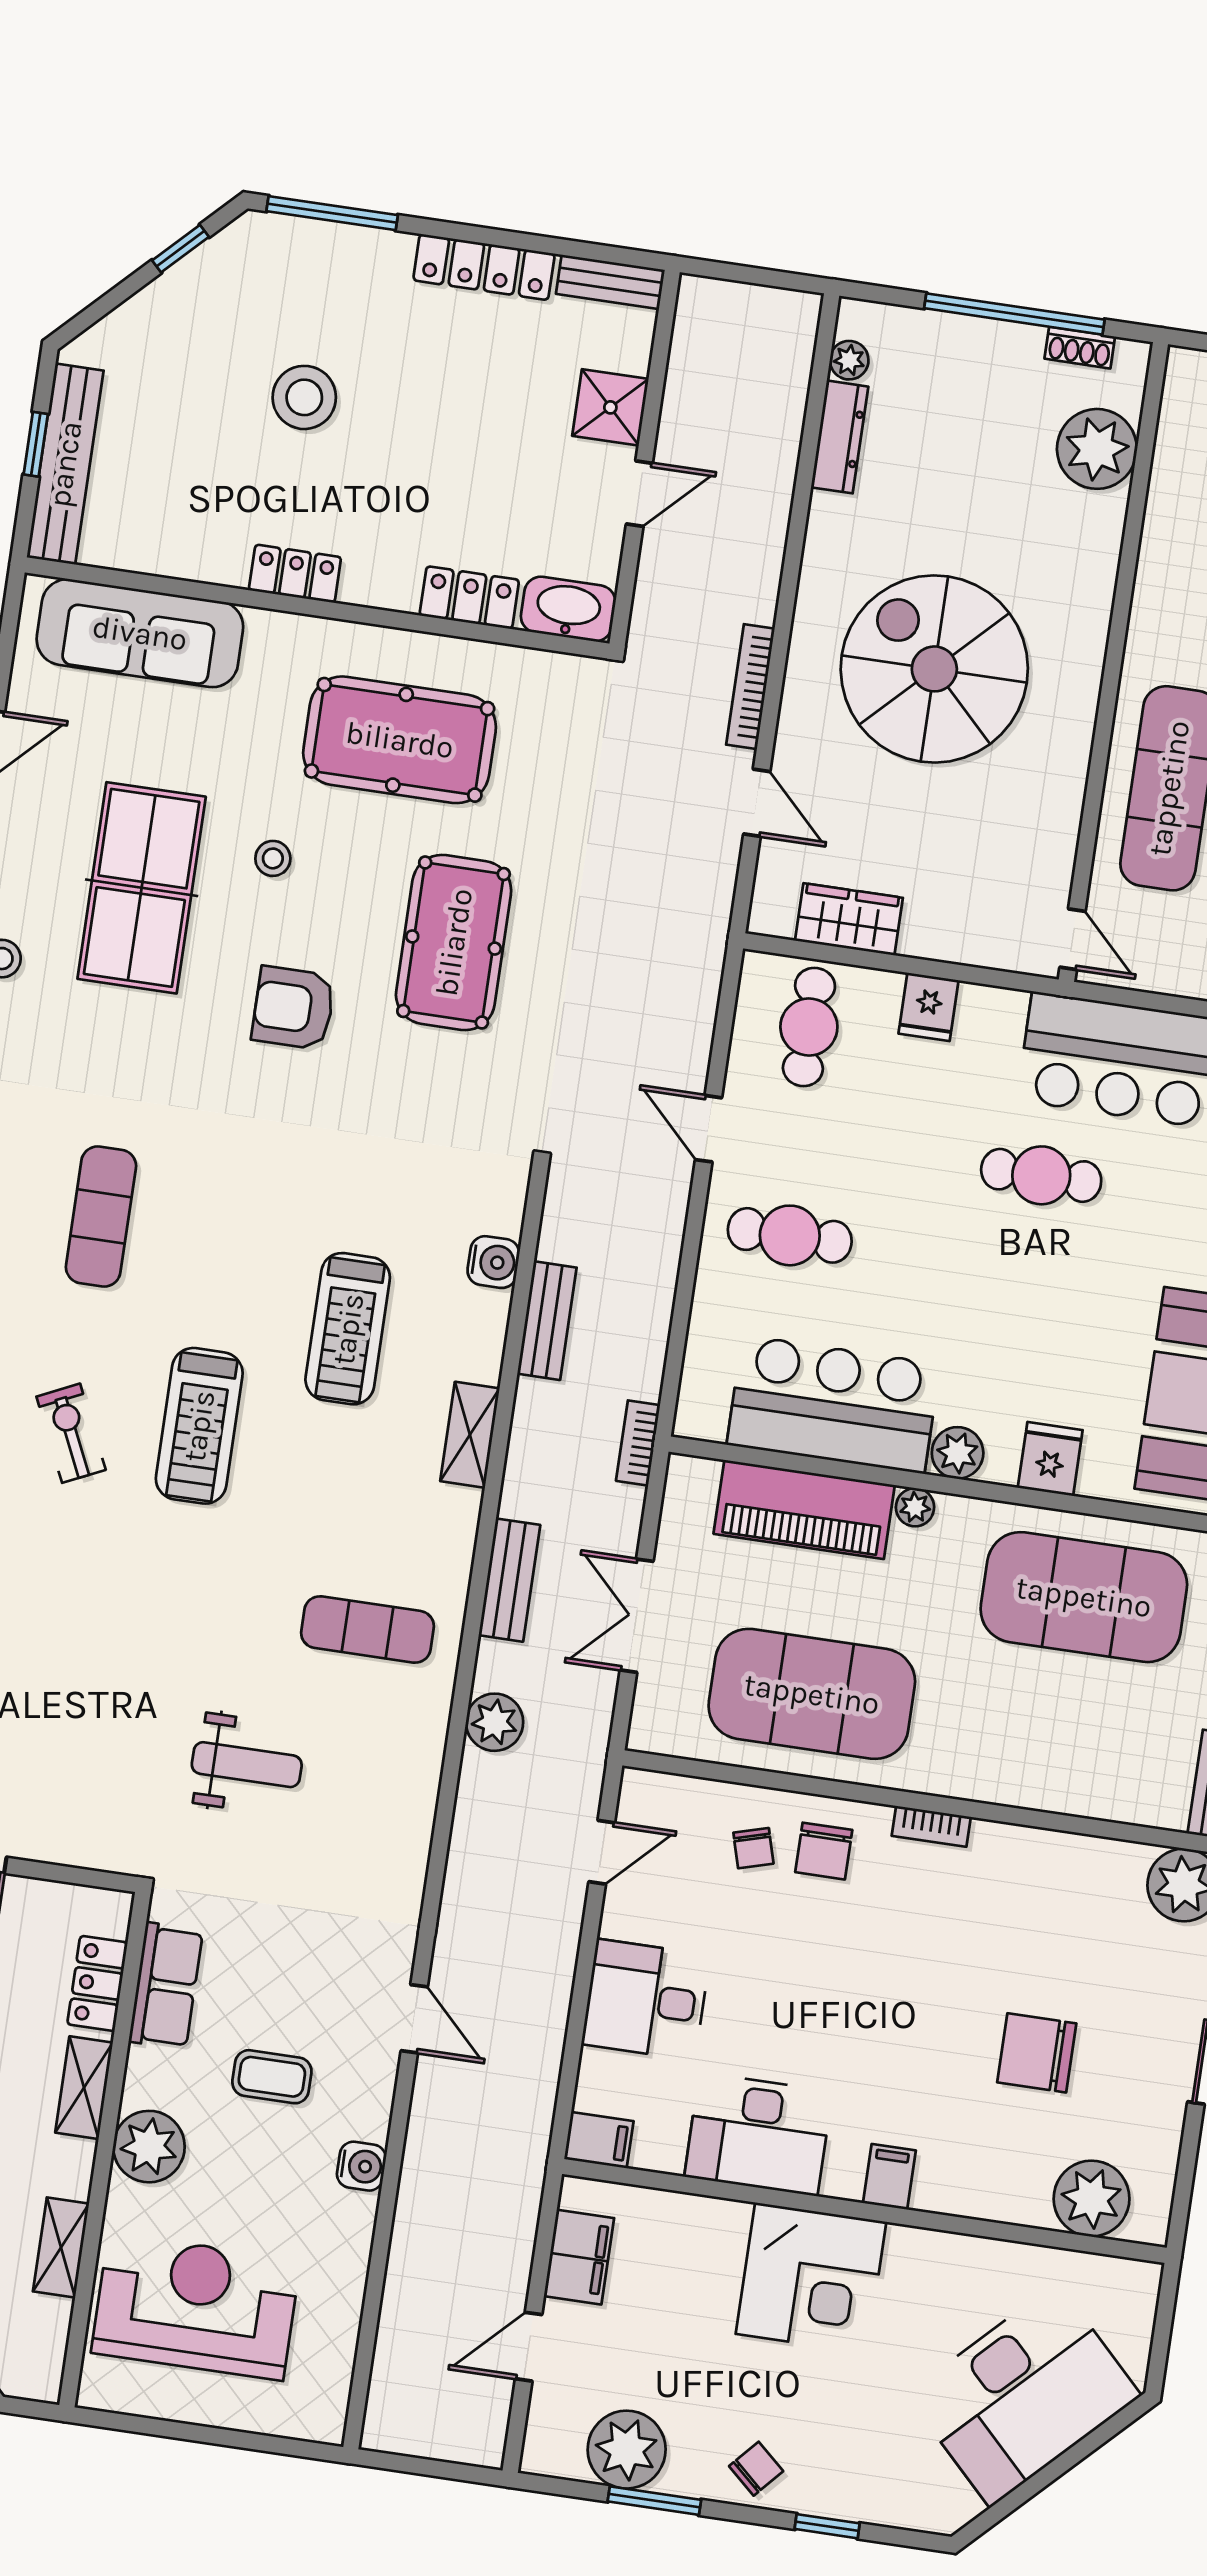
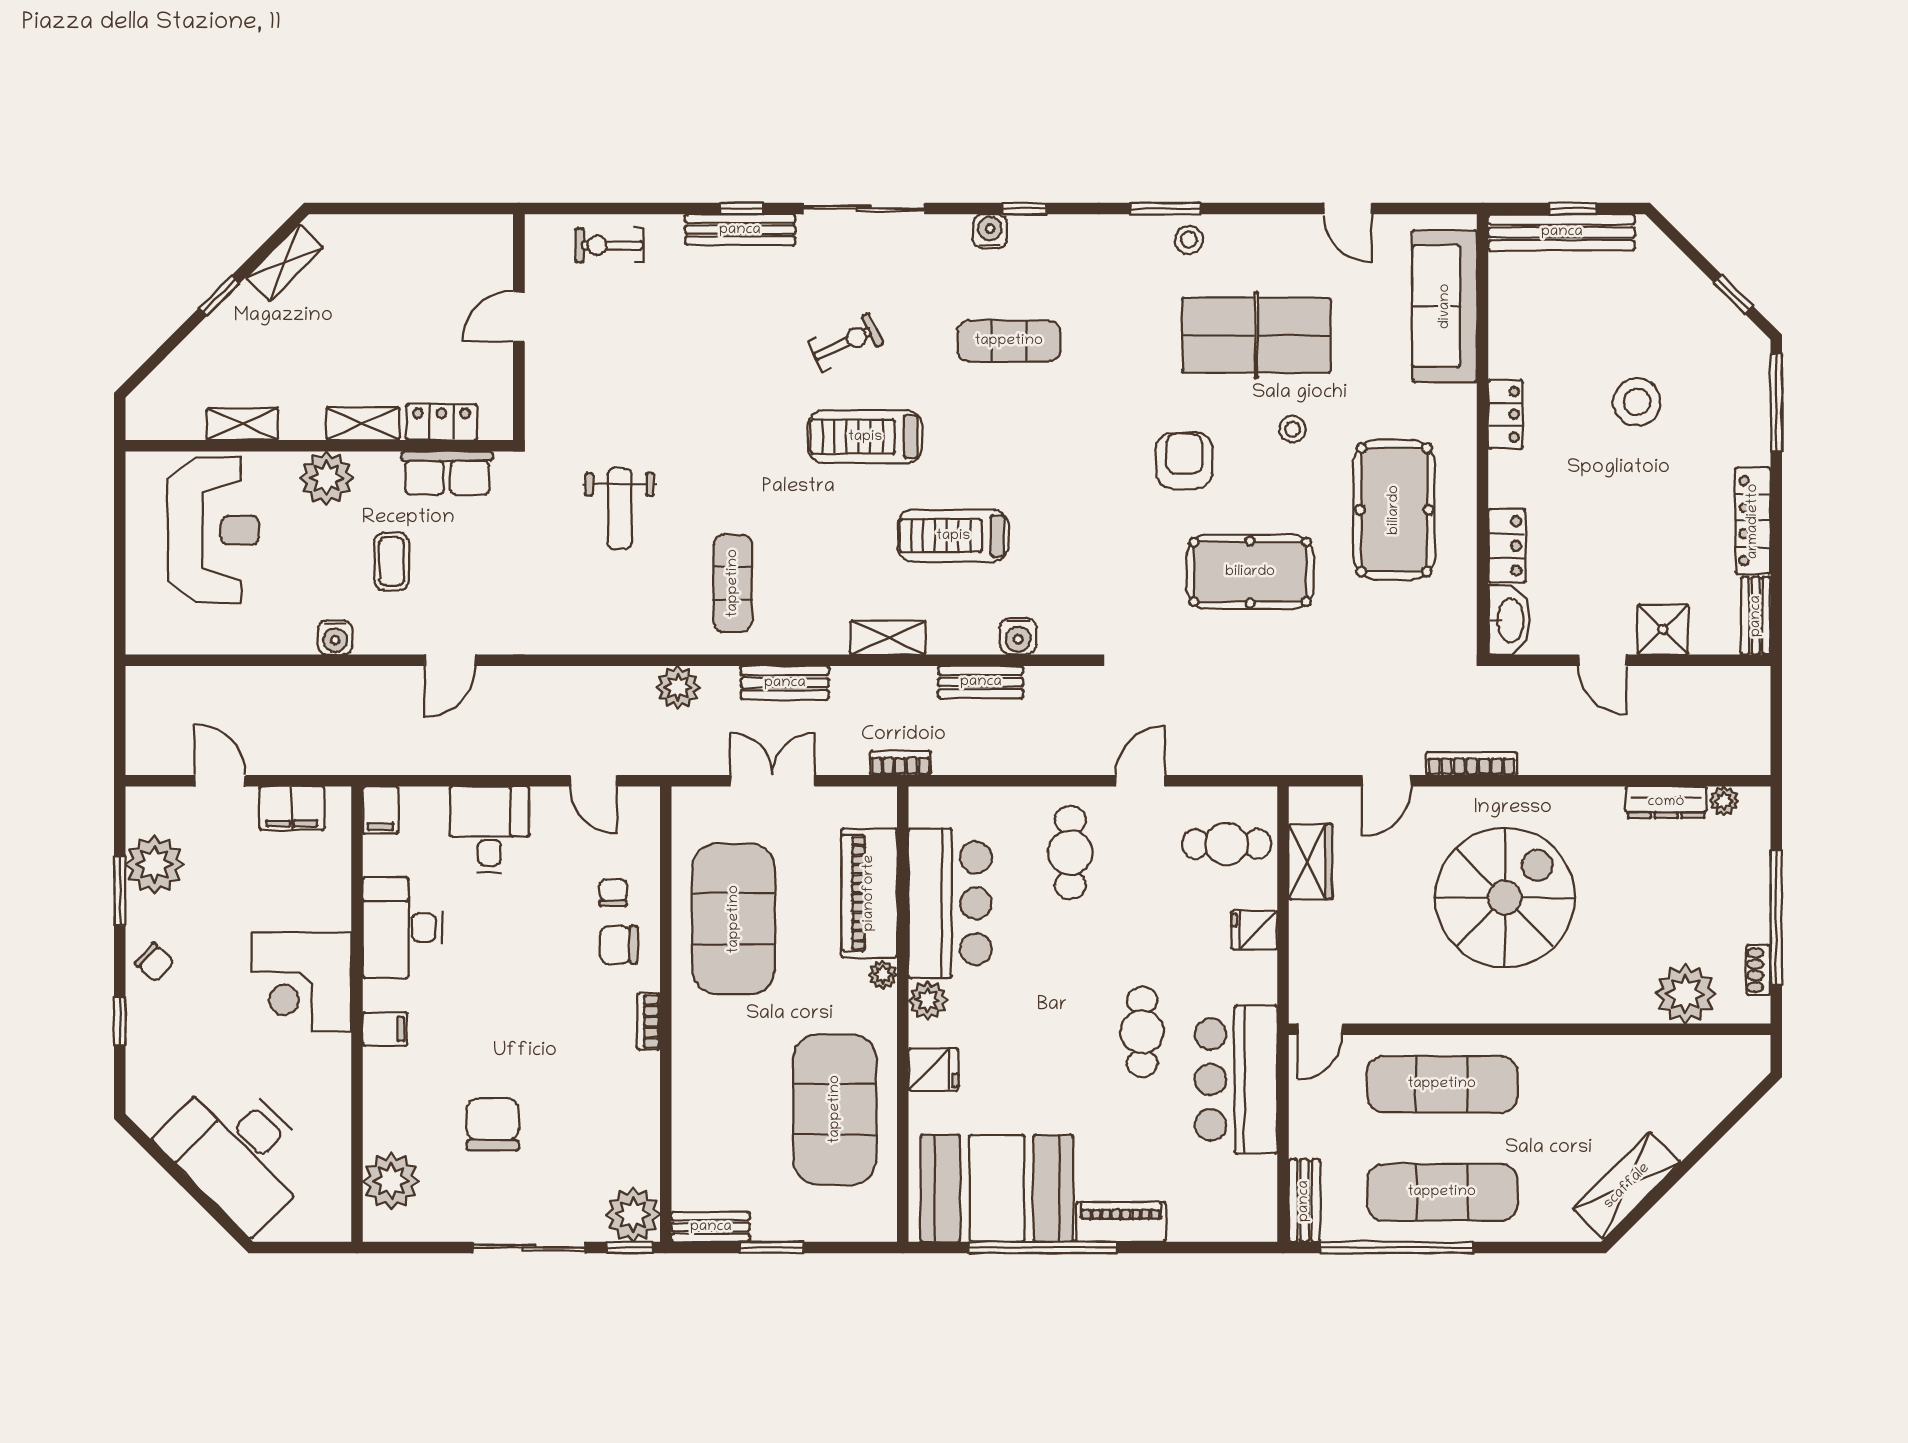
chair: (753, 1848) -> (613, 893), turned 106

